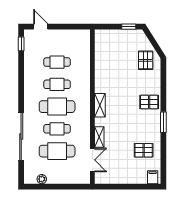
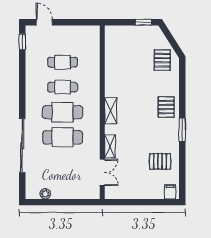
pallet: (149, 102) -> (166, 107), turned 90
cafe table: (57, 129) -> (63, 137), width x1.37, depth x1.35
cafe table: (57, 151) -> (63, 162), removed

